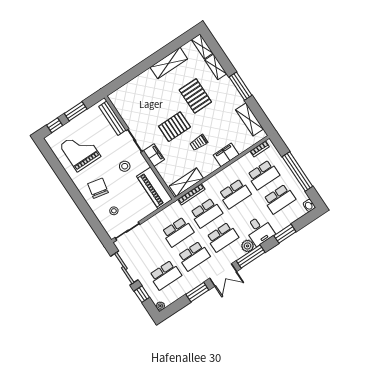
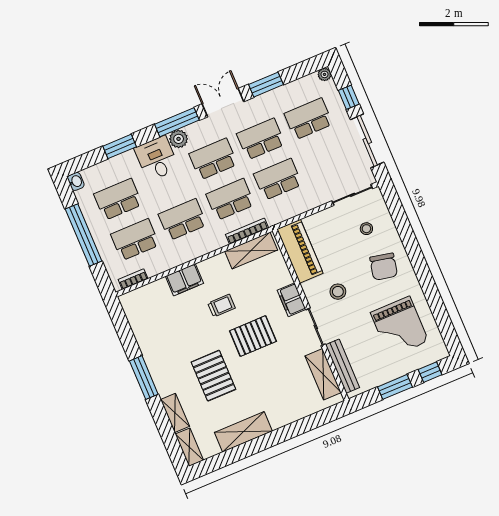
shelving: (250, 119) -> (323, 374), moved

